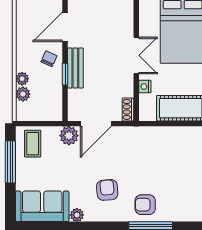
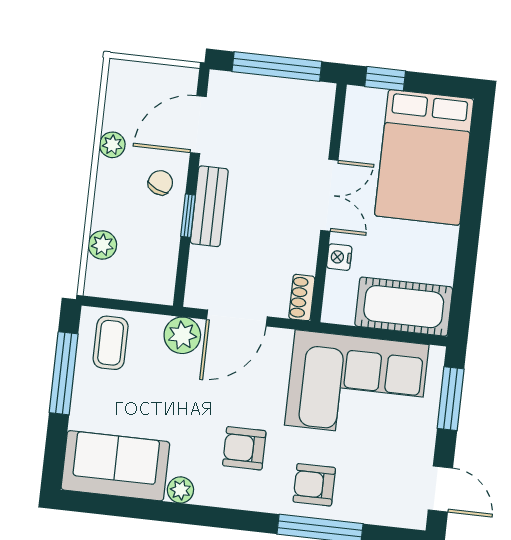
plant: (22, 79) -> (112, 145), moved
corner sofa: (161, 151) -> (357, 385), added
armchair: (107, 190) -> (244, 448), turned -85

